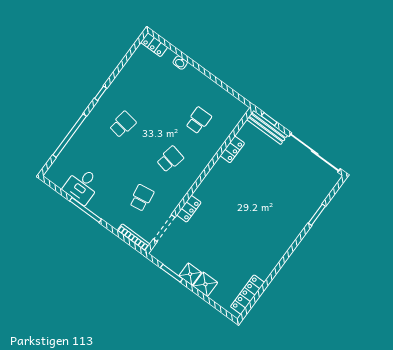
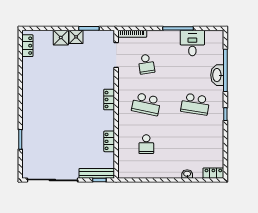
school desk: (123, 124) -> (195, 104), width x1.85
washbasin: (81, 137) -> (217, 75), added
school desk: (170, 159) -> (146, 104), width x1.85
locker: (189, 209) -> (109, 100), moved
locker: (247, 295) -> (27, 46), width x0.66

